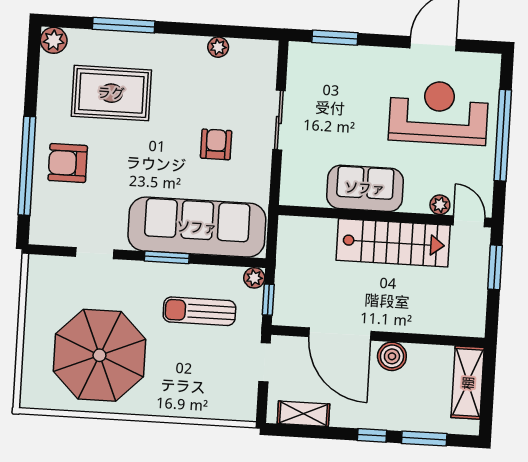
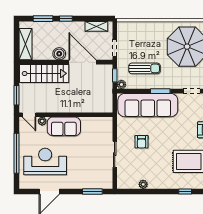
window: (124, 25) -> (185, 191), width x0.46
reception desk: (439, 112) -> (45, 162), turned 180
sofa: (365, 188) -> (64, 126), moved
stairs: (393, 243) -> (44, 73), moved, turned 180

